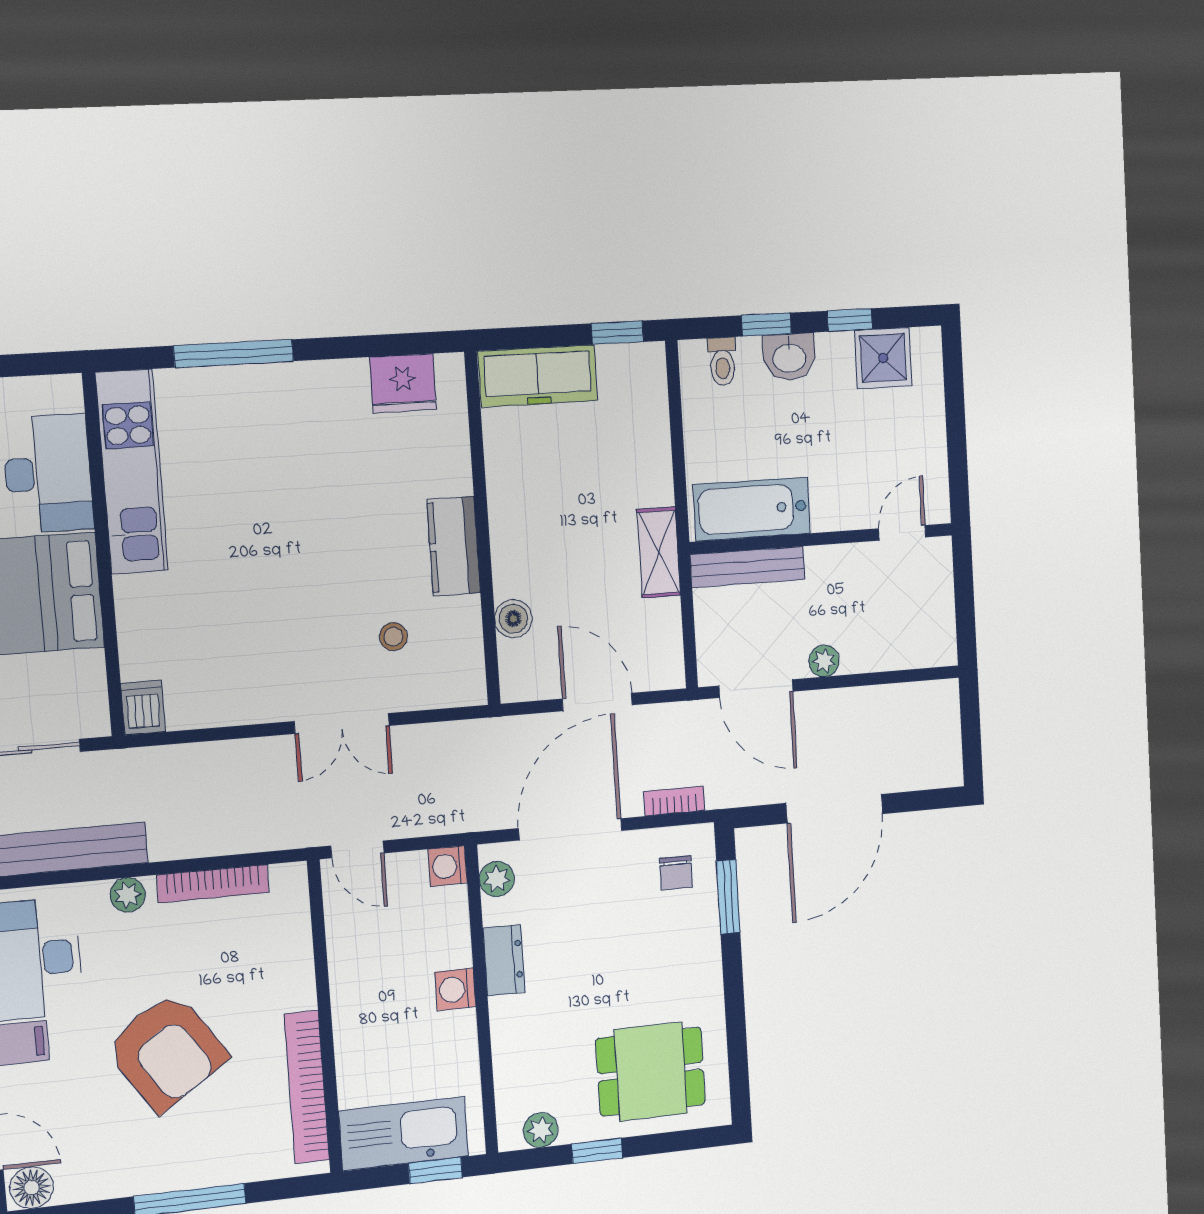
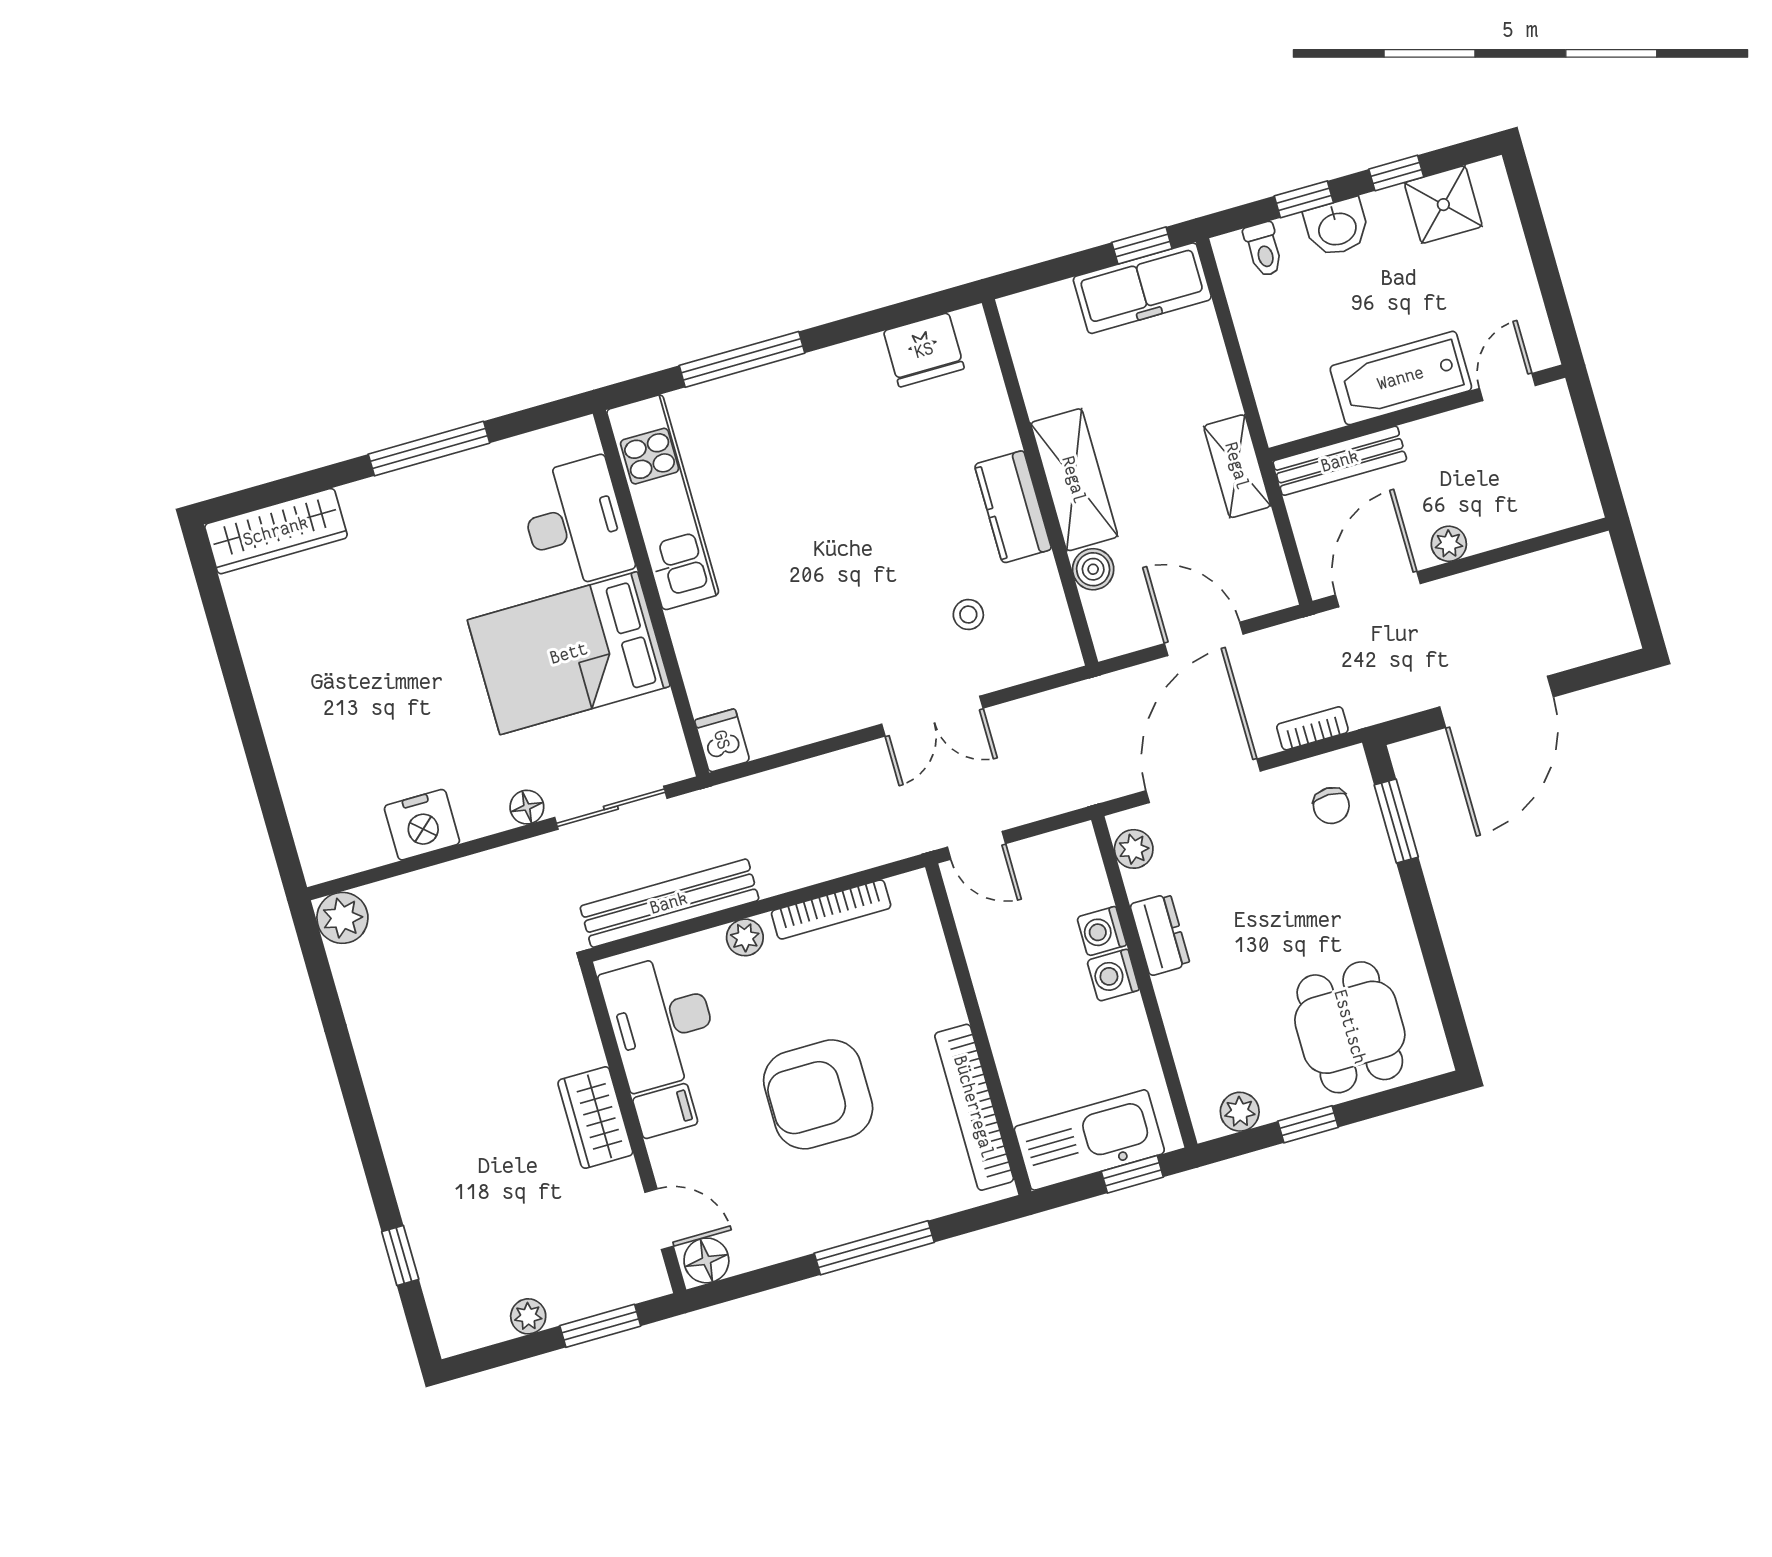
freezer: (538, 376) -> (1142, 288), moved
bathtub: (752, 509) -> (1401, 378), moved
shelving: (513, 533) -> (1074, 480), added
door: (756, 689) -> (1378, 589), swing flipped
washing machine: (448, 866) -> (1102, 931), moved
armchair: (167, 1052) -> (818, 1094), turned 124
dining table: (651, 1072) -> (1350, 1027), turned 90

